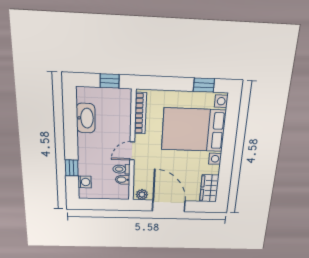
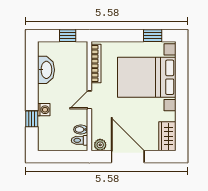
toilet: (121, 169) -> (79, 140), moved
washing machine: (85, 182) -> (44, 110), moved

